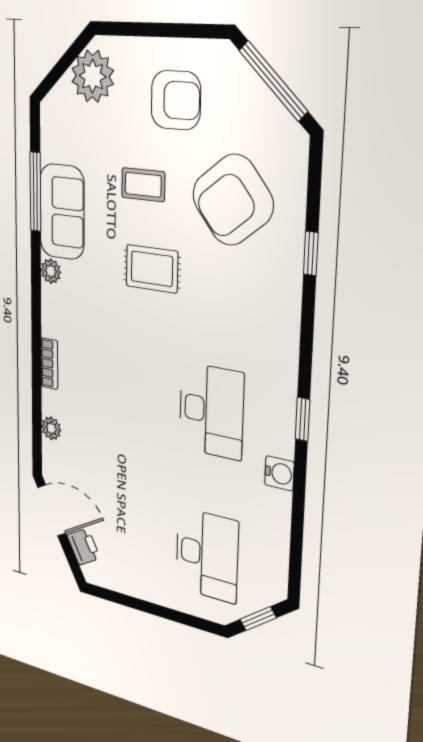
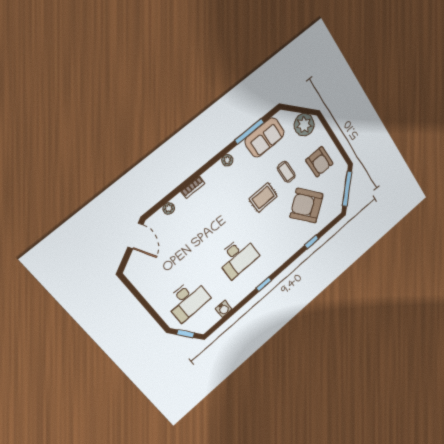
sofa: (62, 212) -> (265, 137), moved
rug: (152, 269) -> (263, 198), turned 90
water cooler: (279, 473) -> (223, 309), moved
printer: (84, 547) -> (136, 260), removed

